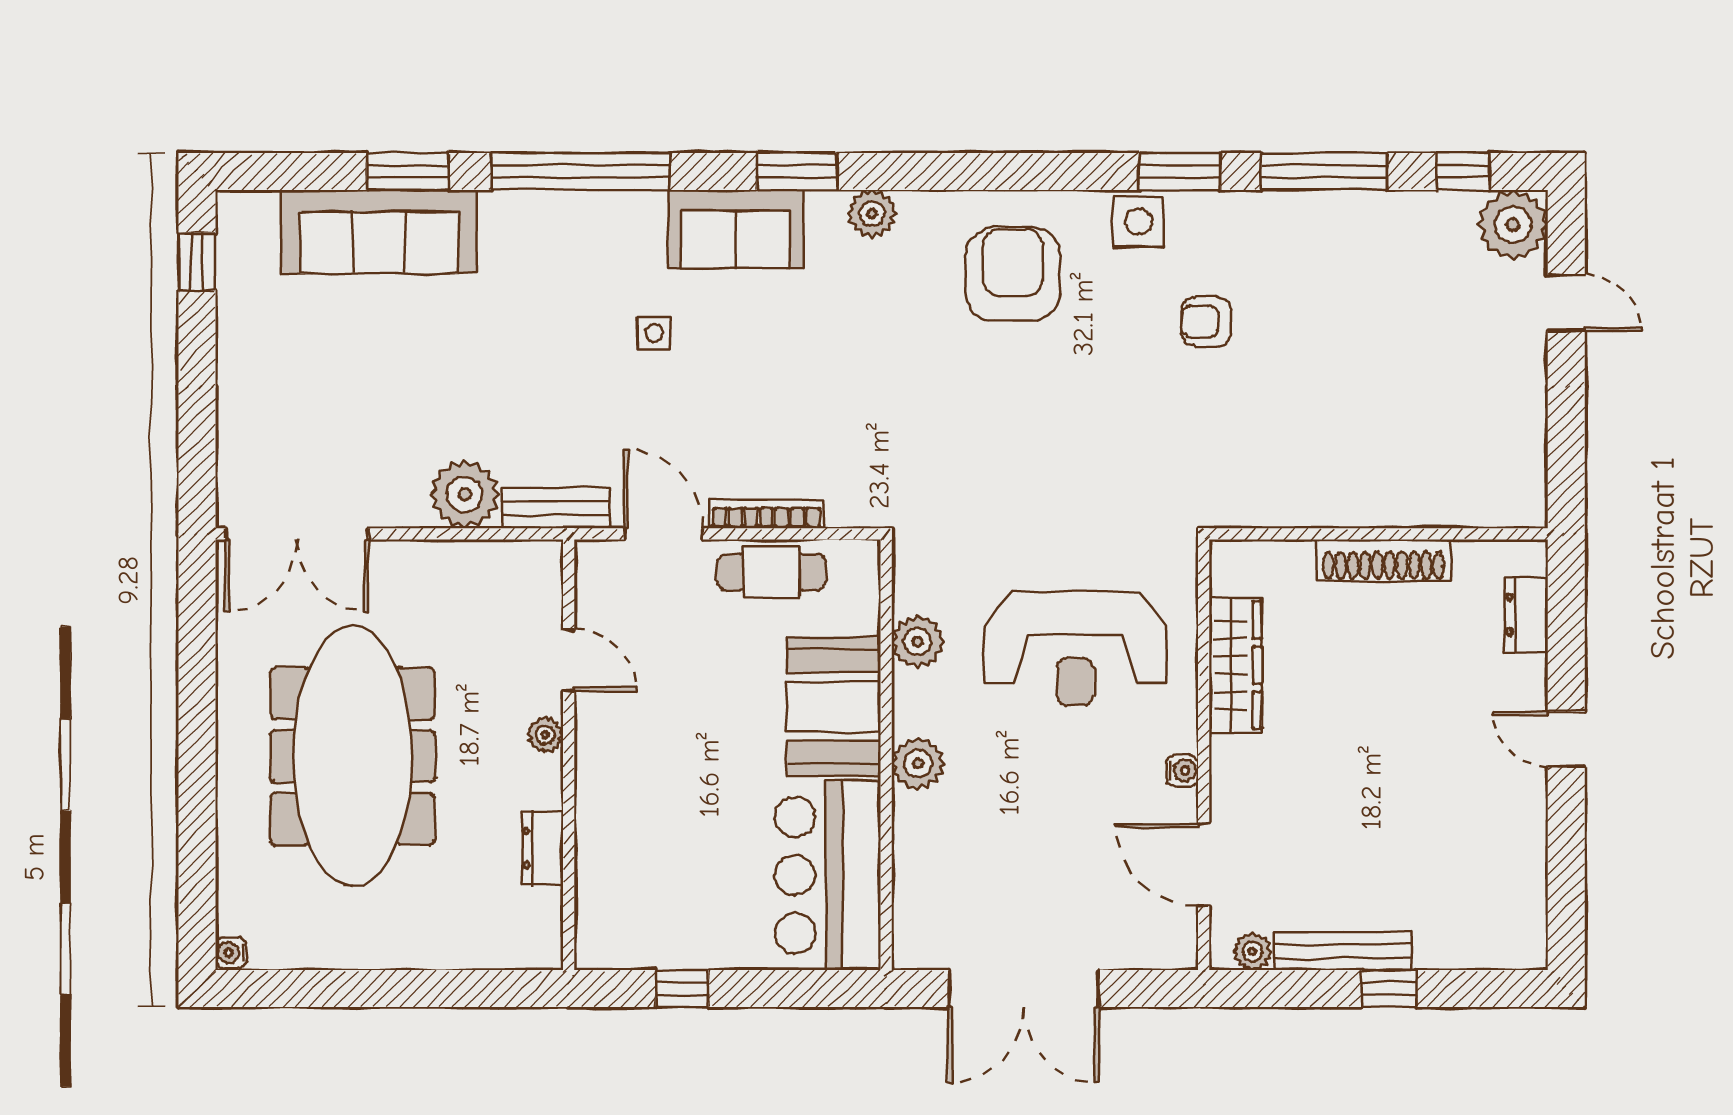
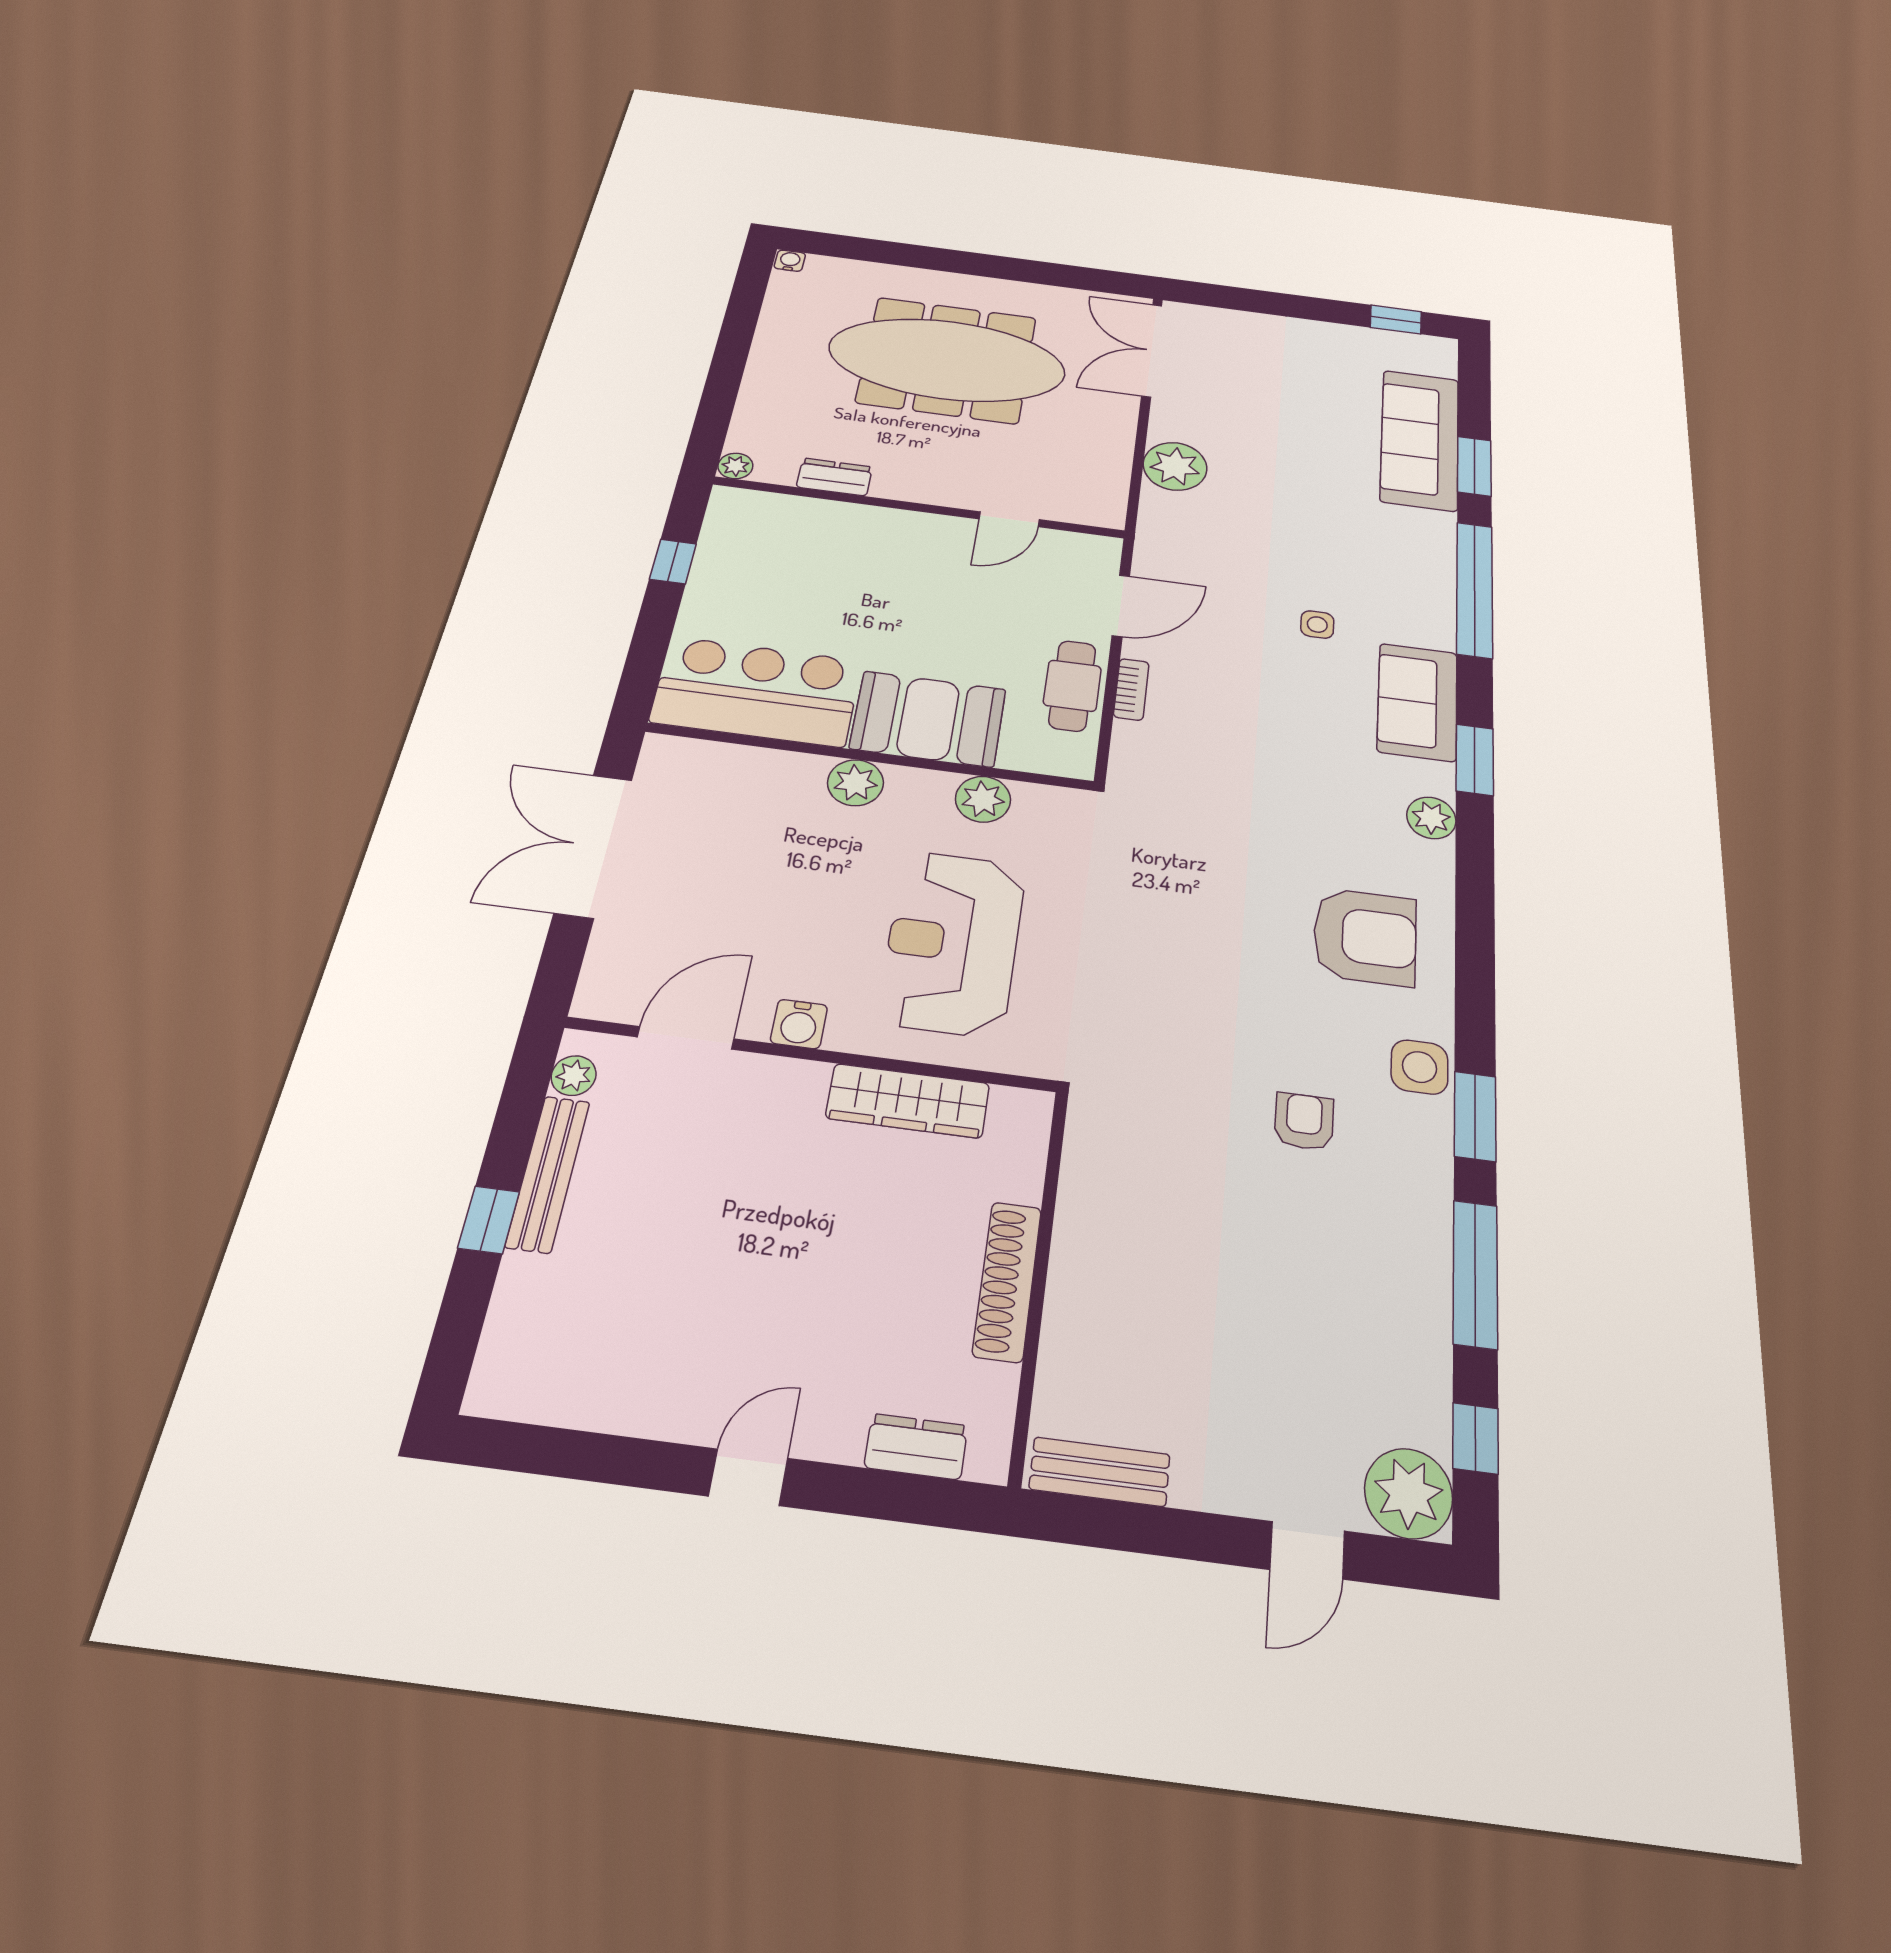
bench: (556, 508) -> (1100, 1472), moved, turned 90
bookcase: (766, 514) -> (1131, 689), width x0.64
plant: (545, 735) -> (735, 466), moved
water cooler: (1182, 770) -> (799, 1024), width x1.38, depth x1.38

